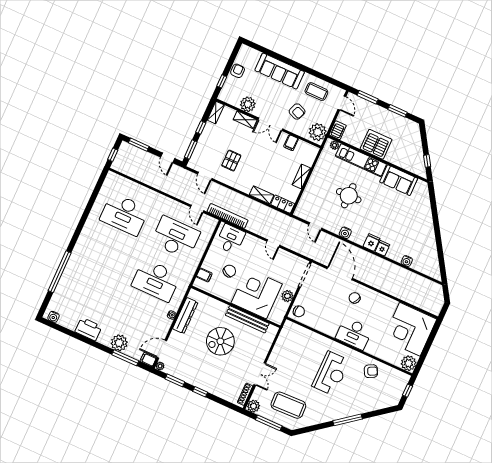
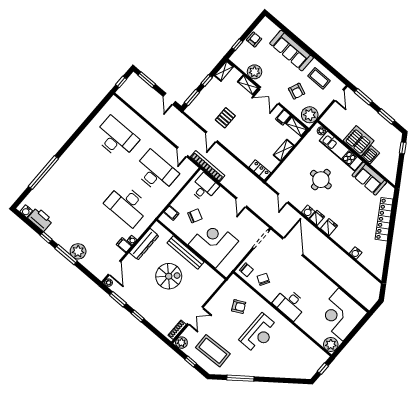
server rack: (338, 130) -> (371, 155), moved
window: (427, 161) -> (403, 148), moved
door: (205, 176) -> (211, 137), moved
shelving: (262, 195) -> (296, 127), moved
desk: (124, 214) -> (116, 138), turned 180
locker: (426, 218) -> (384, 219), added
fridge: (382, 248) -> (317, 218), moved
plant: (287, 296) -> (240, 253), removed
chair: (355, 298) -> (263, 279), moved
bench: (247, 319) -> (185, 252), moved
printer: (88, 329) -> (40, 219), moved
window: (82, 338) -> (46, 237), added
spiral stairs: (220, 341) -> (169, 276), turned 180
door: (162, 349) -> (114, 268), swing flipped
window: (125, 358) -> (66, 255), moved
filing cabinet: (148, 360) -> (124, 245), moved
armchair: (371, 371) -> (239, 307), moved
window: (348, 420) -> (240, 378), moved
window: (269, 423) -> (191, 362), width x0.46

